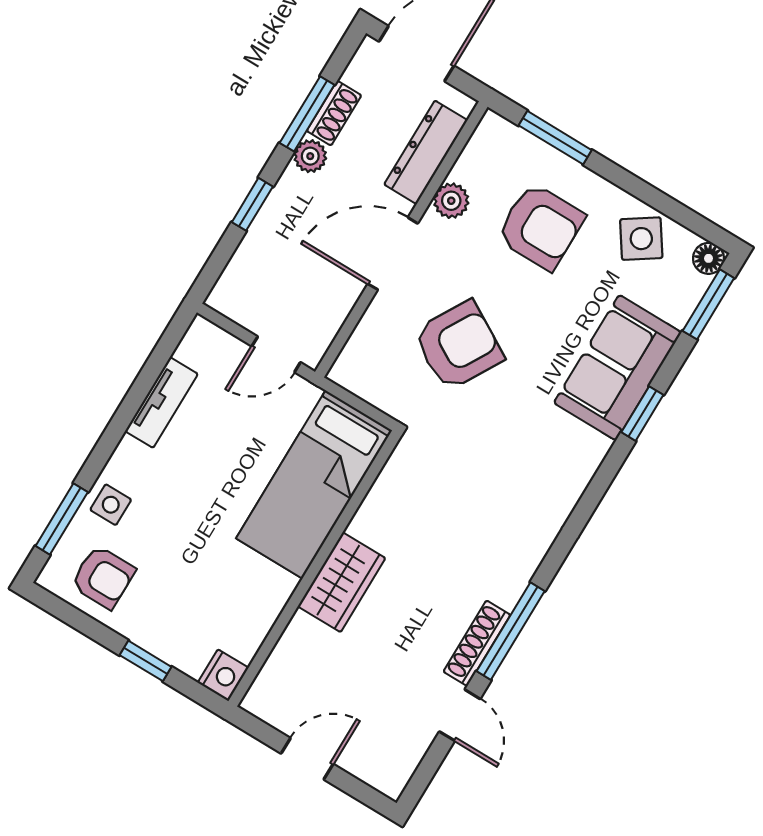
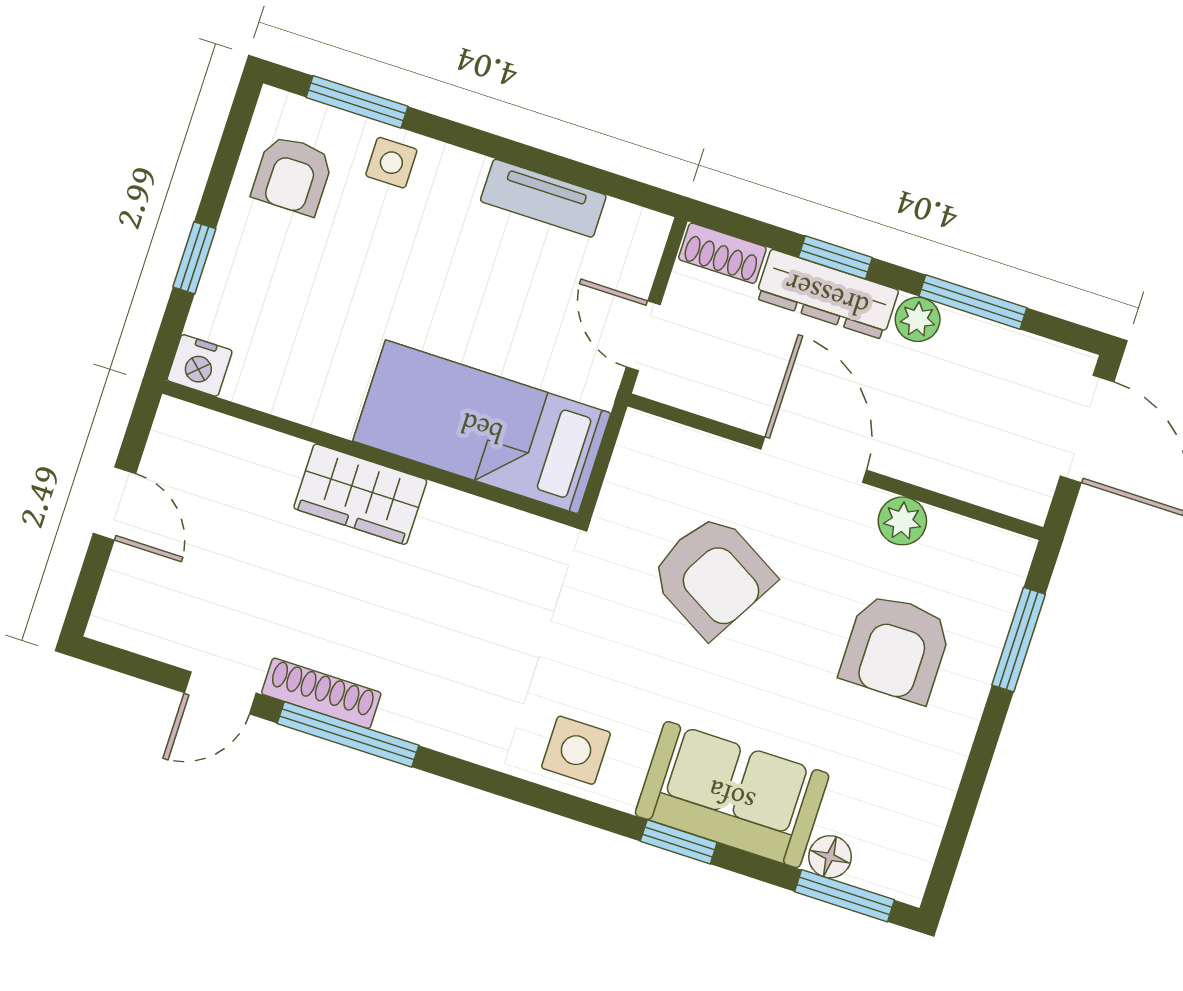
shoe rack: (334, 113) -> (722, 253), moved
dresser: (426, 152) -> (827, 294), moved, turned 180
side table: (641, 239) -> (576, 750), moved, turned 34
floor lamp: (708, 258) -> (830, 857), moved

